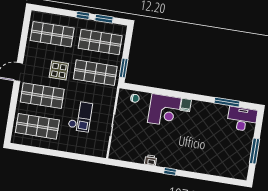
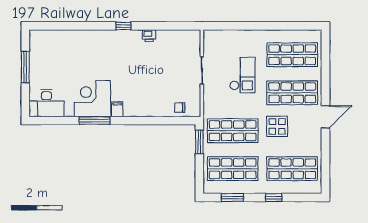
window: (83, 15) -> (274, 197), moved
window: (227, 102) -> (95, 121), moved
corner desk: (164, 110) -> (92, 99), moved
checkout: (80, 116) -> (242, 75), turned 180

